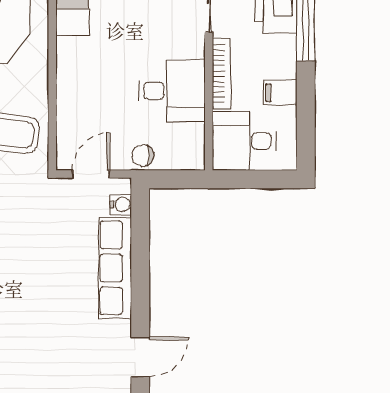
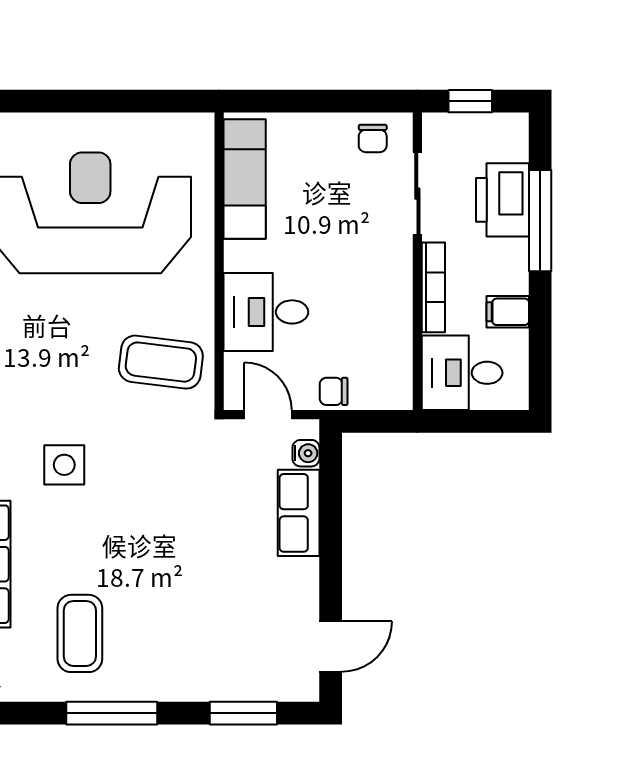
desk: (172, 91) -> (266, 312), moved, turned 180
door: (91, 174) -> (268, 415), hinge flipped
row of seats: (115, 268) -> (299, 513), width x0.68

